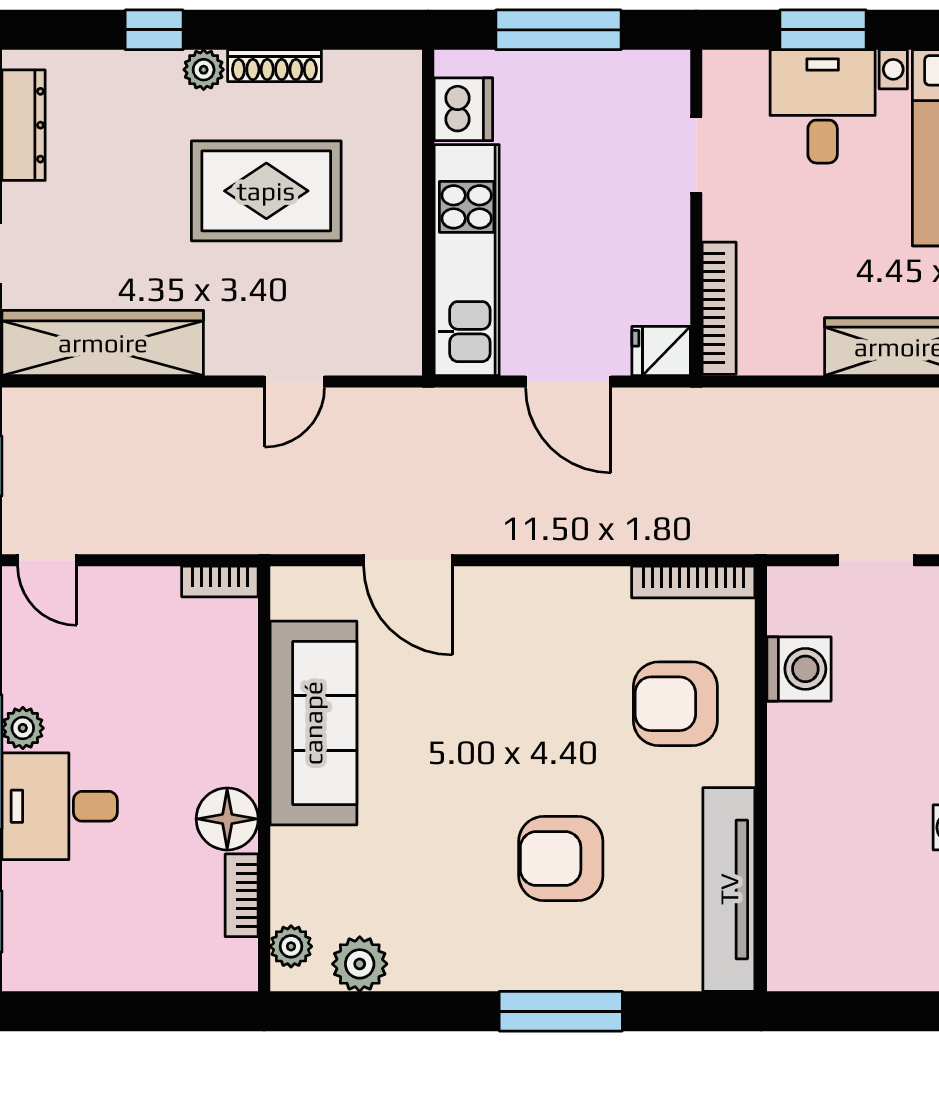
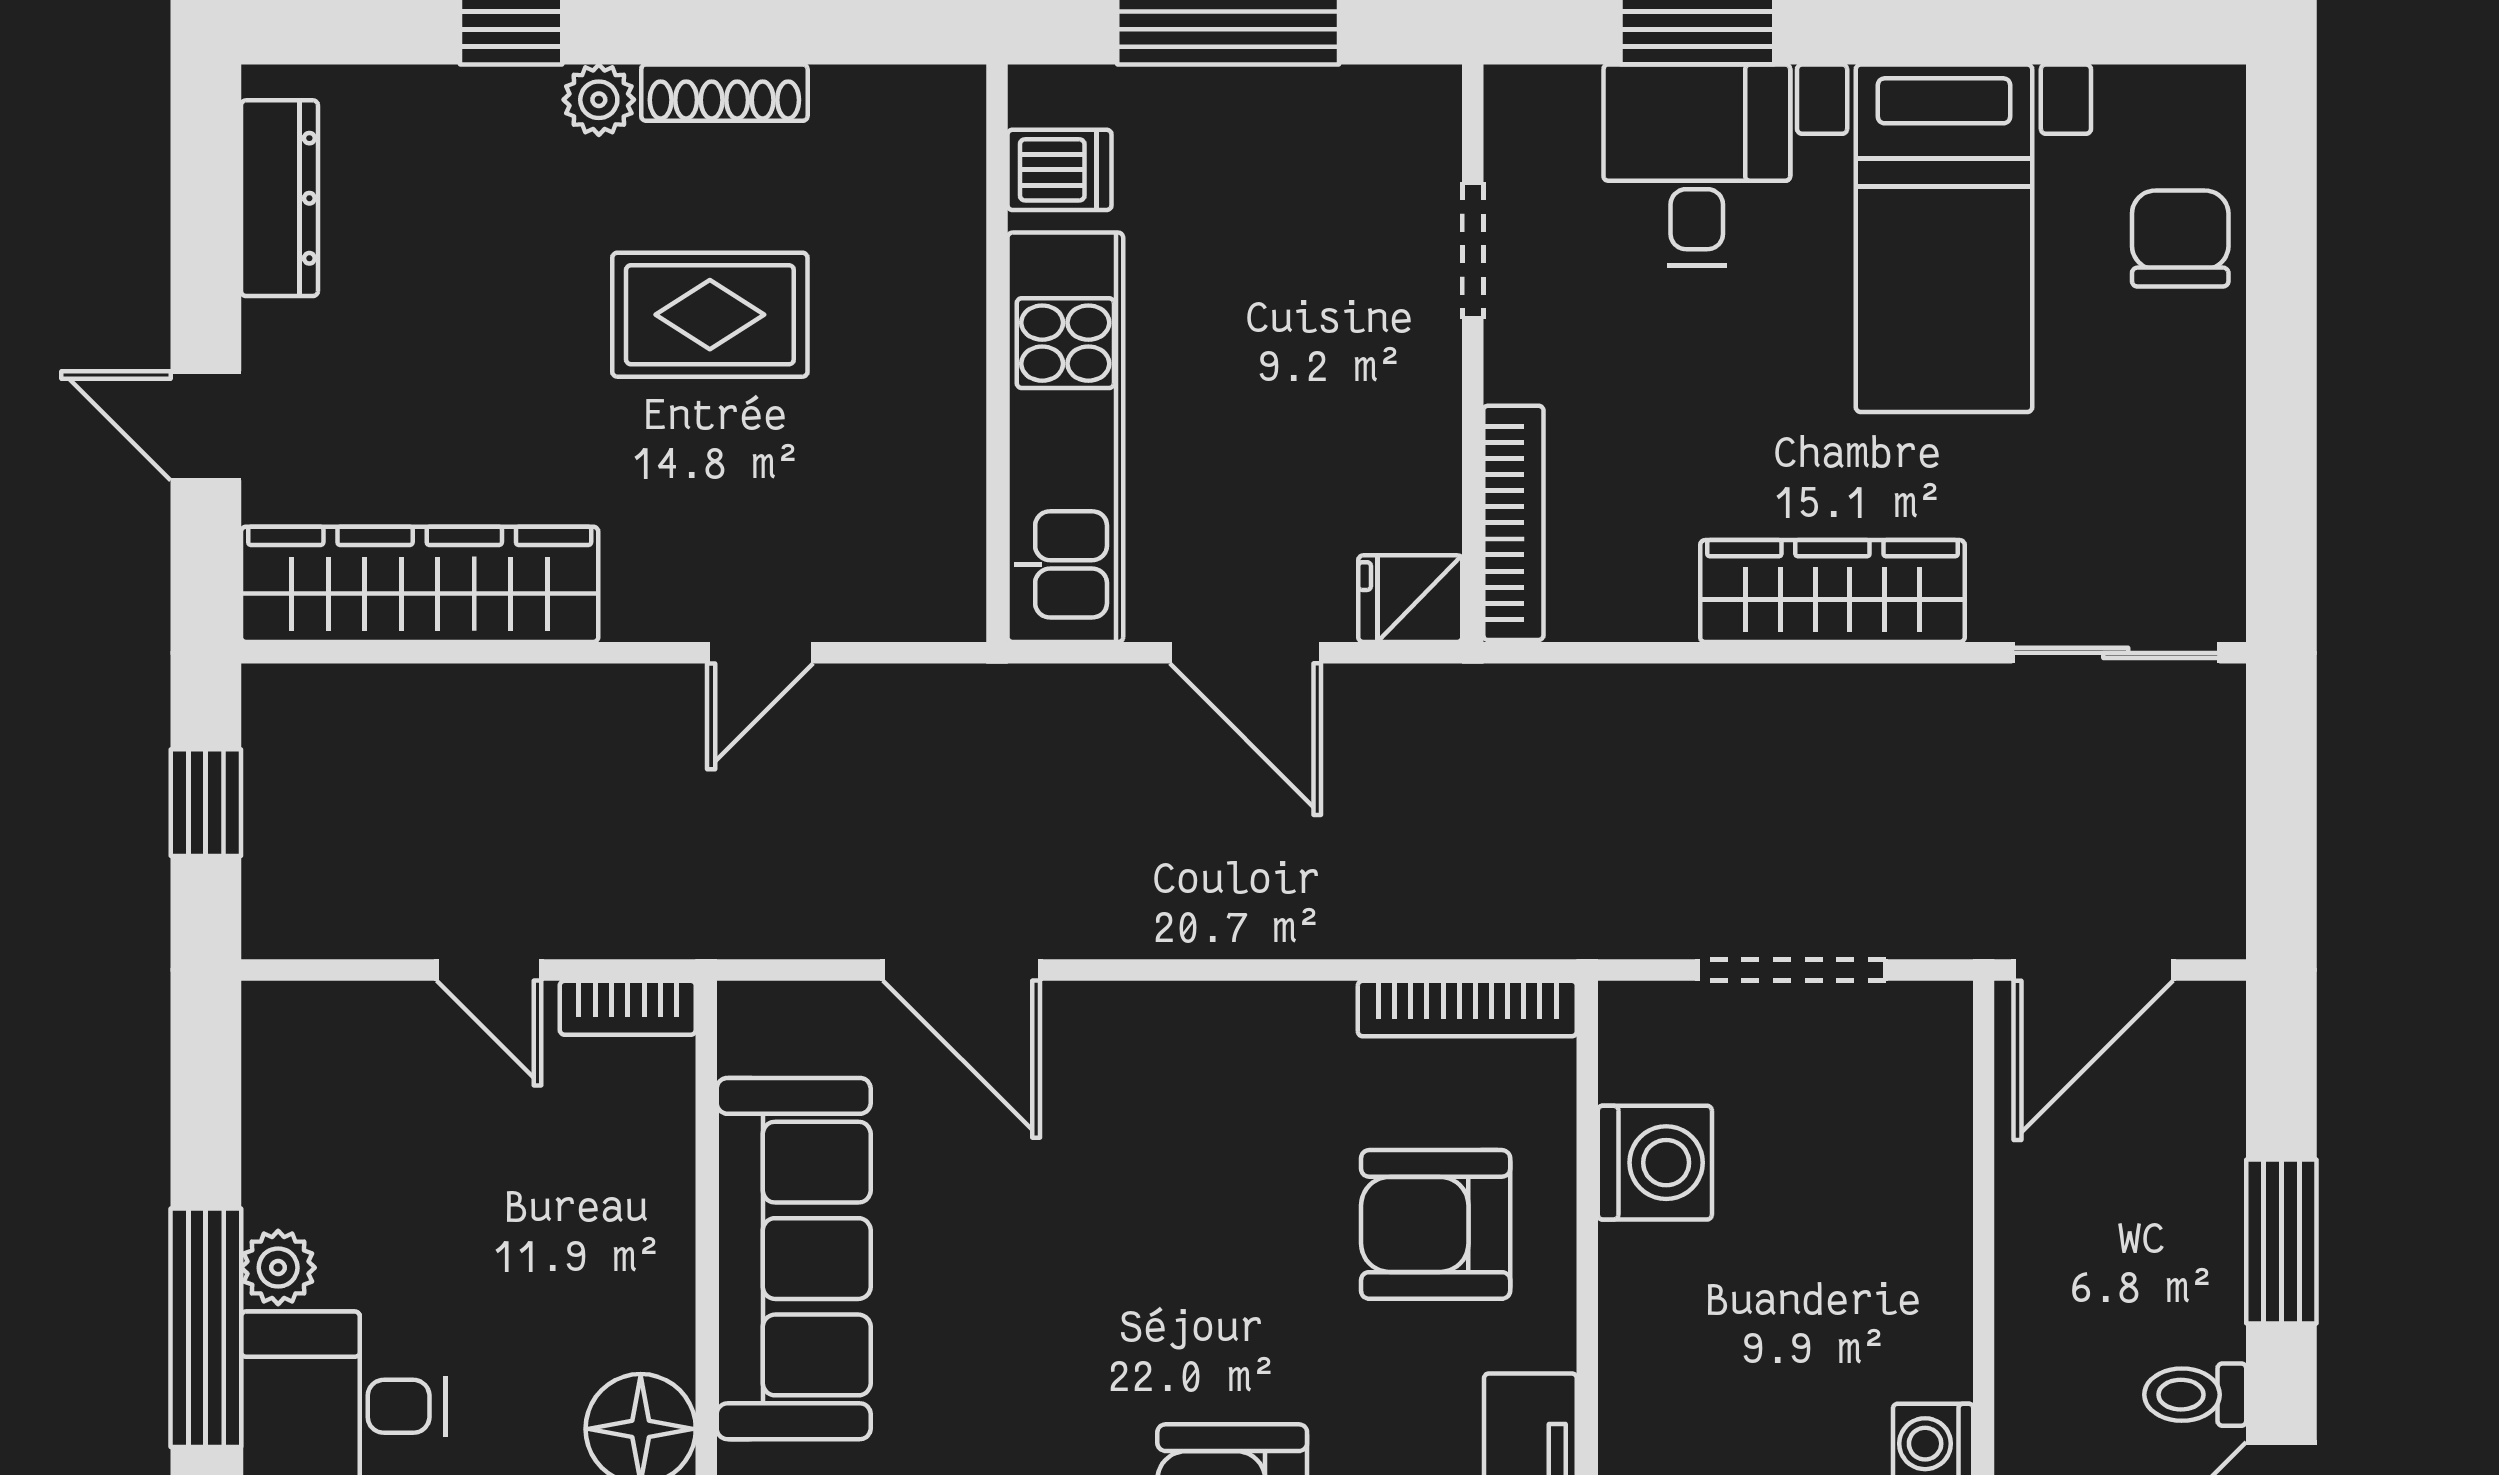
dishwasher: (463, 109) -> (1060, 170), width x0.73
rug: (266, 191) -> (710, 315), width x0.73, depth x0.70
door: (47, 560) -> (489, 970), moved
doorway: (876, 560) -> (1792, 970), width x1.38

